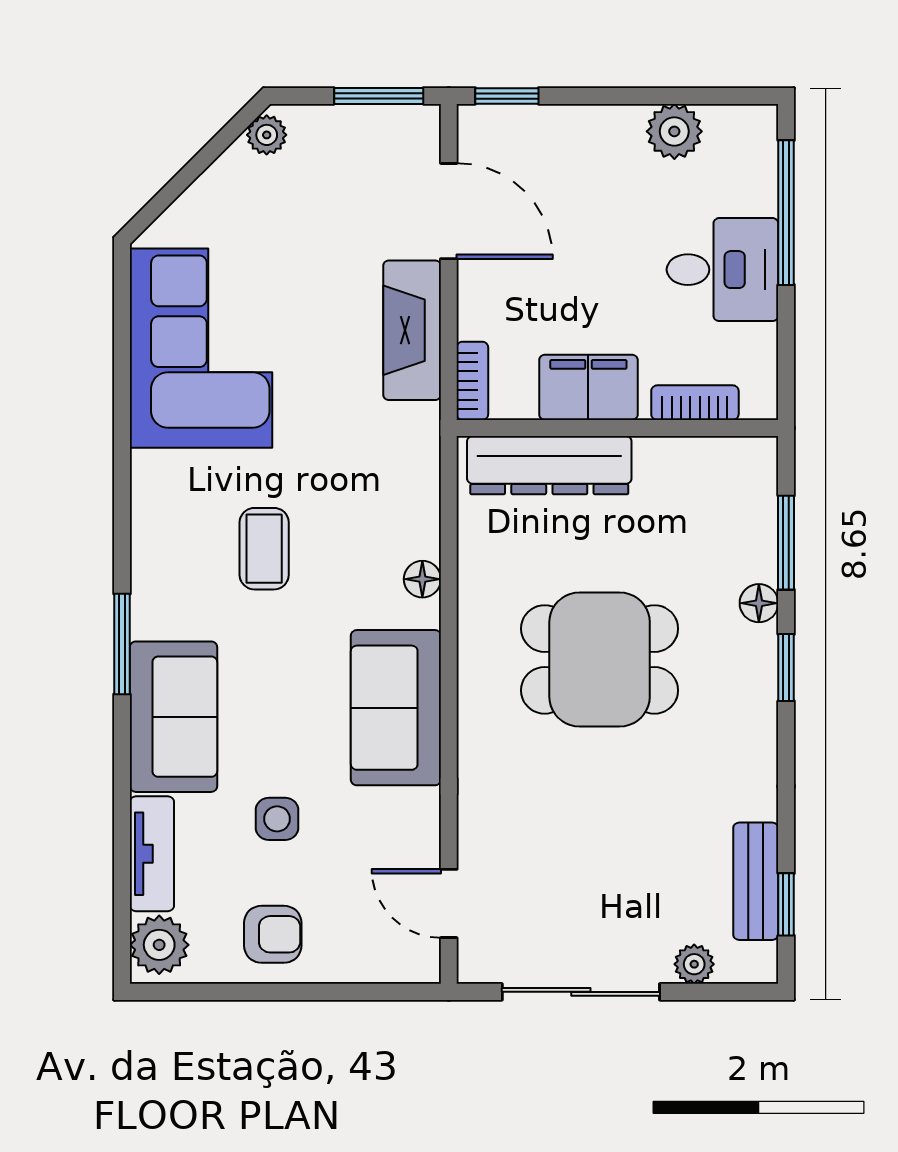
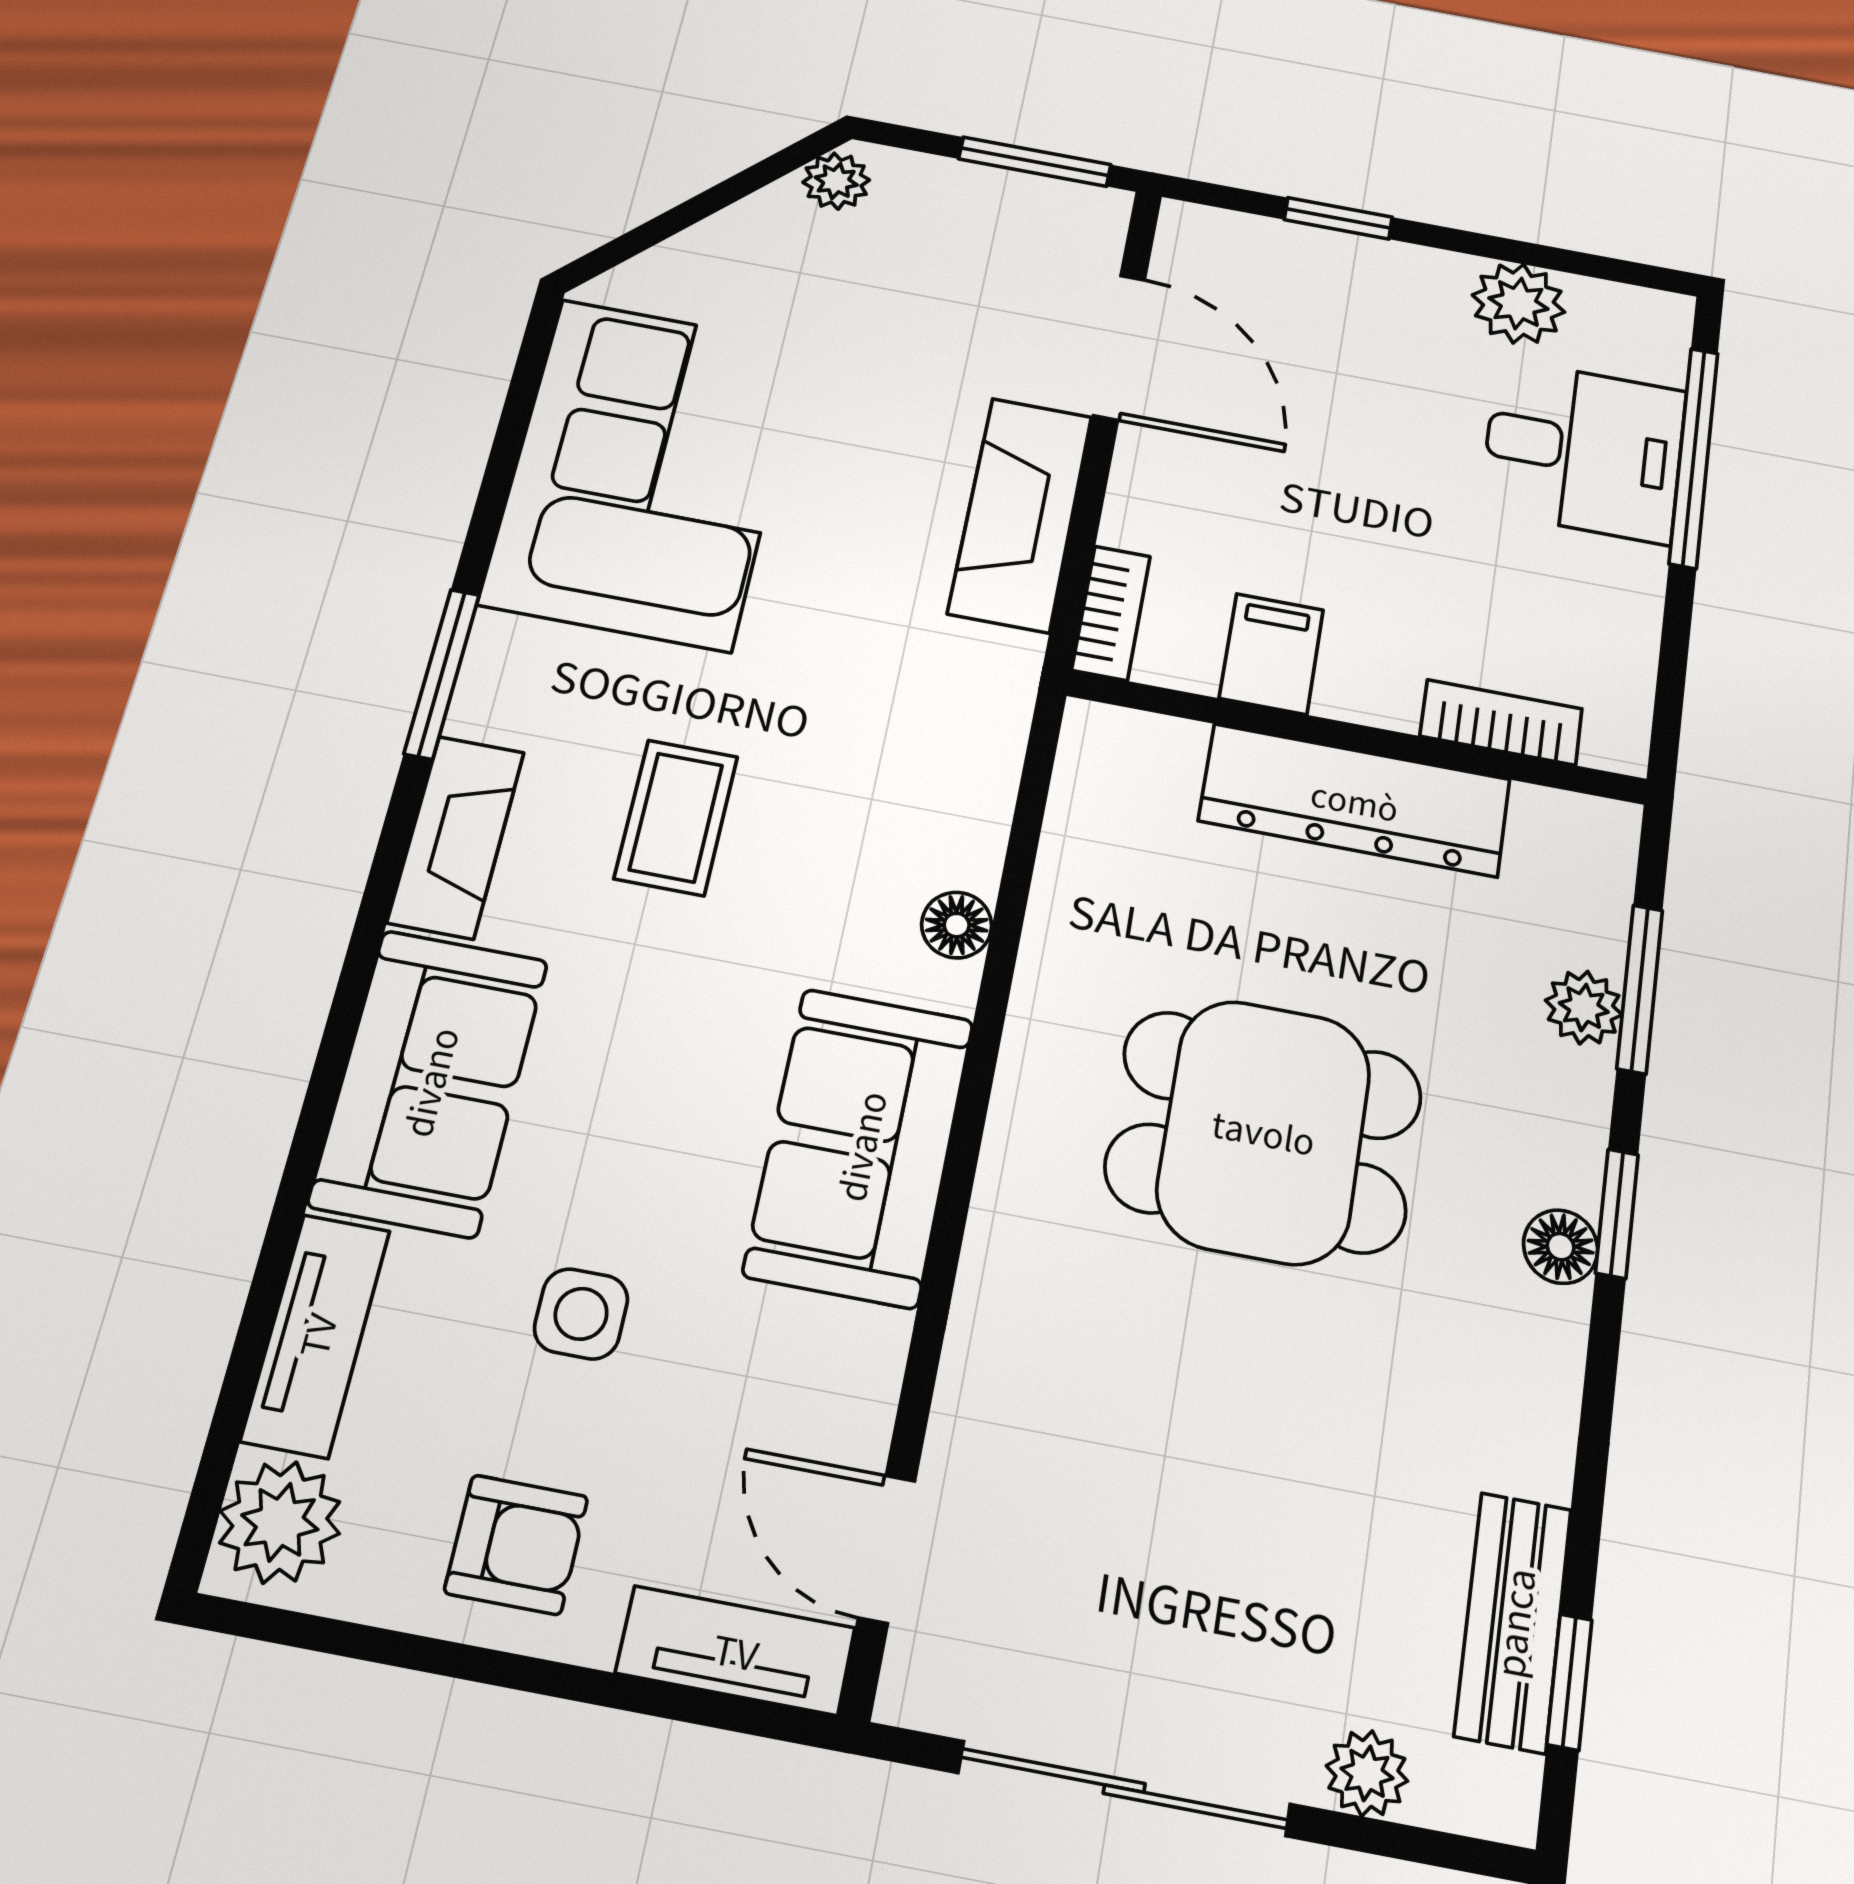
window: (507, 96) -> (1338, 218), moved
desk: (722, 270) -> (1583, 450), moved
filing cabinet: (588, 387) -> (1271, 654), width x0.50
dresser: (549, 465) -> (1355, 800), moved
plant: (757, 559) -> (1584, 1008), added
fireplace: (153, 583) -> (456, 837), added
floor lamp: (759, 603) -> (1561, 1247), moved
window: (122, 644) -> (442, 674), moved
tv unit: (387, 963) -> (736, 1650), added

